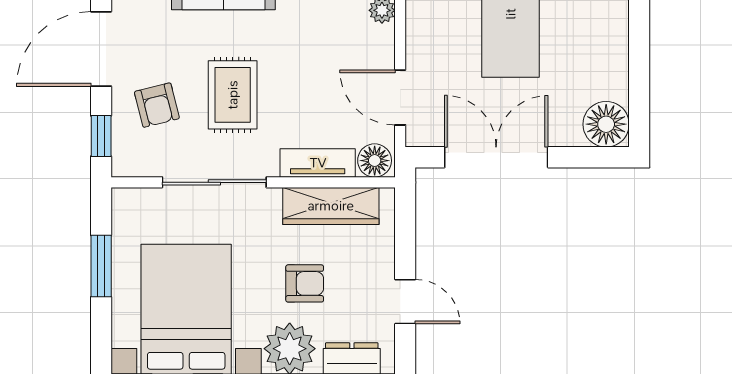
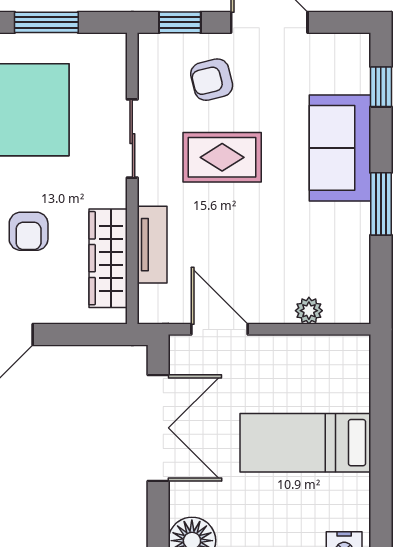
door: (400, 97) -> (219, 329), hinge flipped
floor lamp: (375, 161) -> (155, 303), removed
sliding door: (214, 182) -> (132, 139), width x0.73

